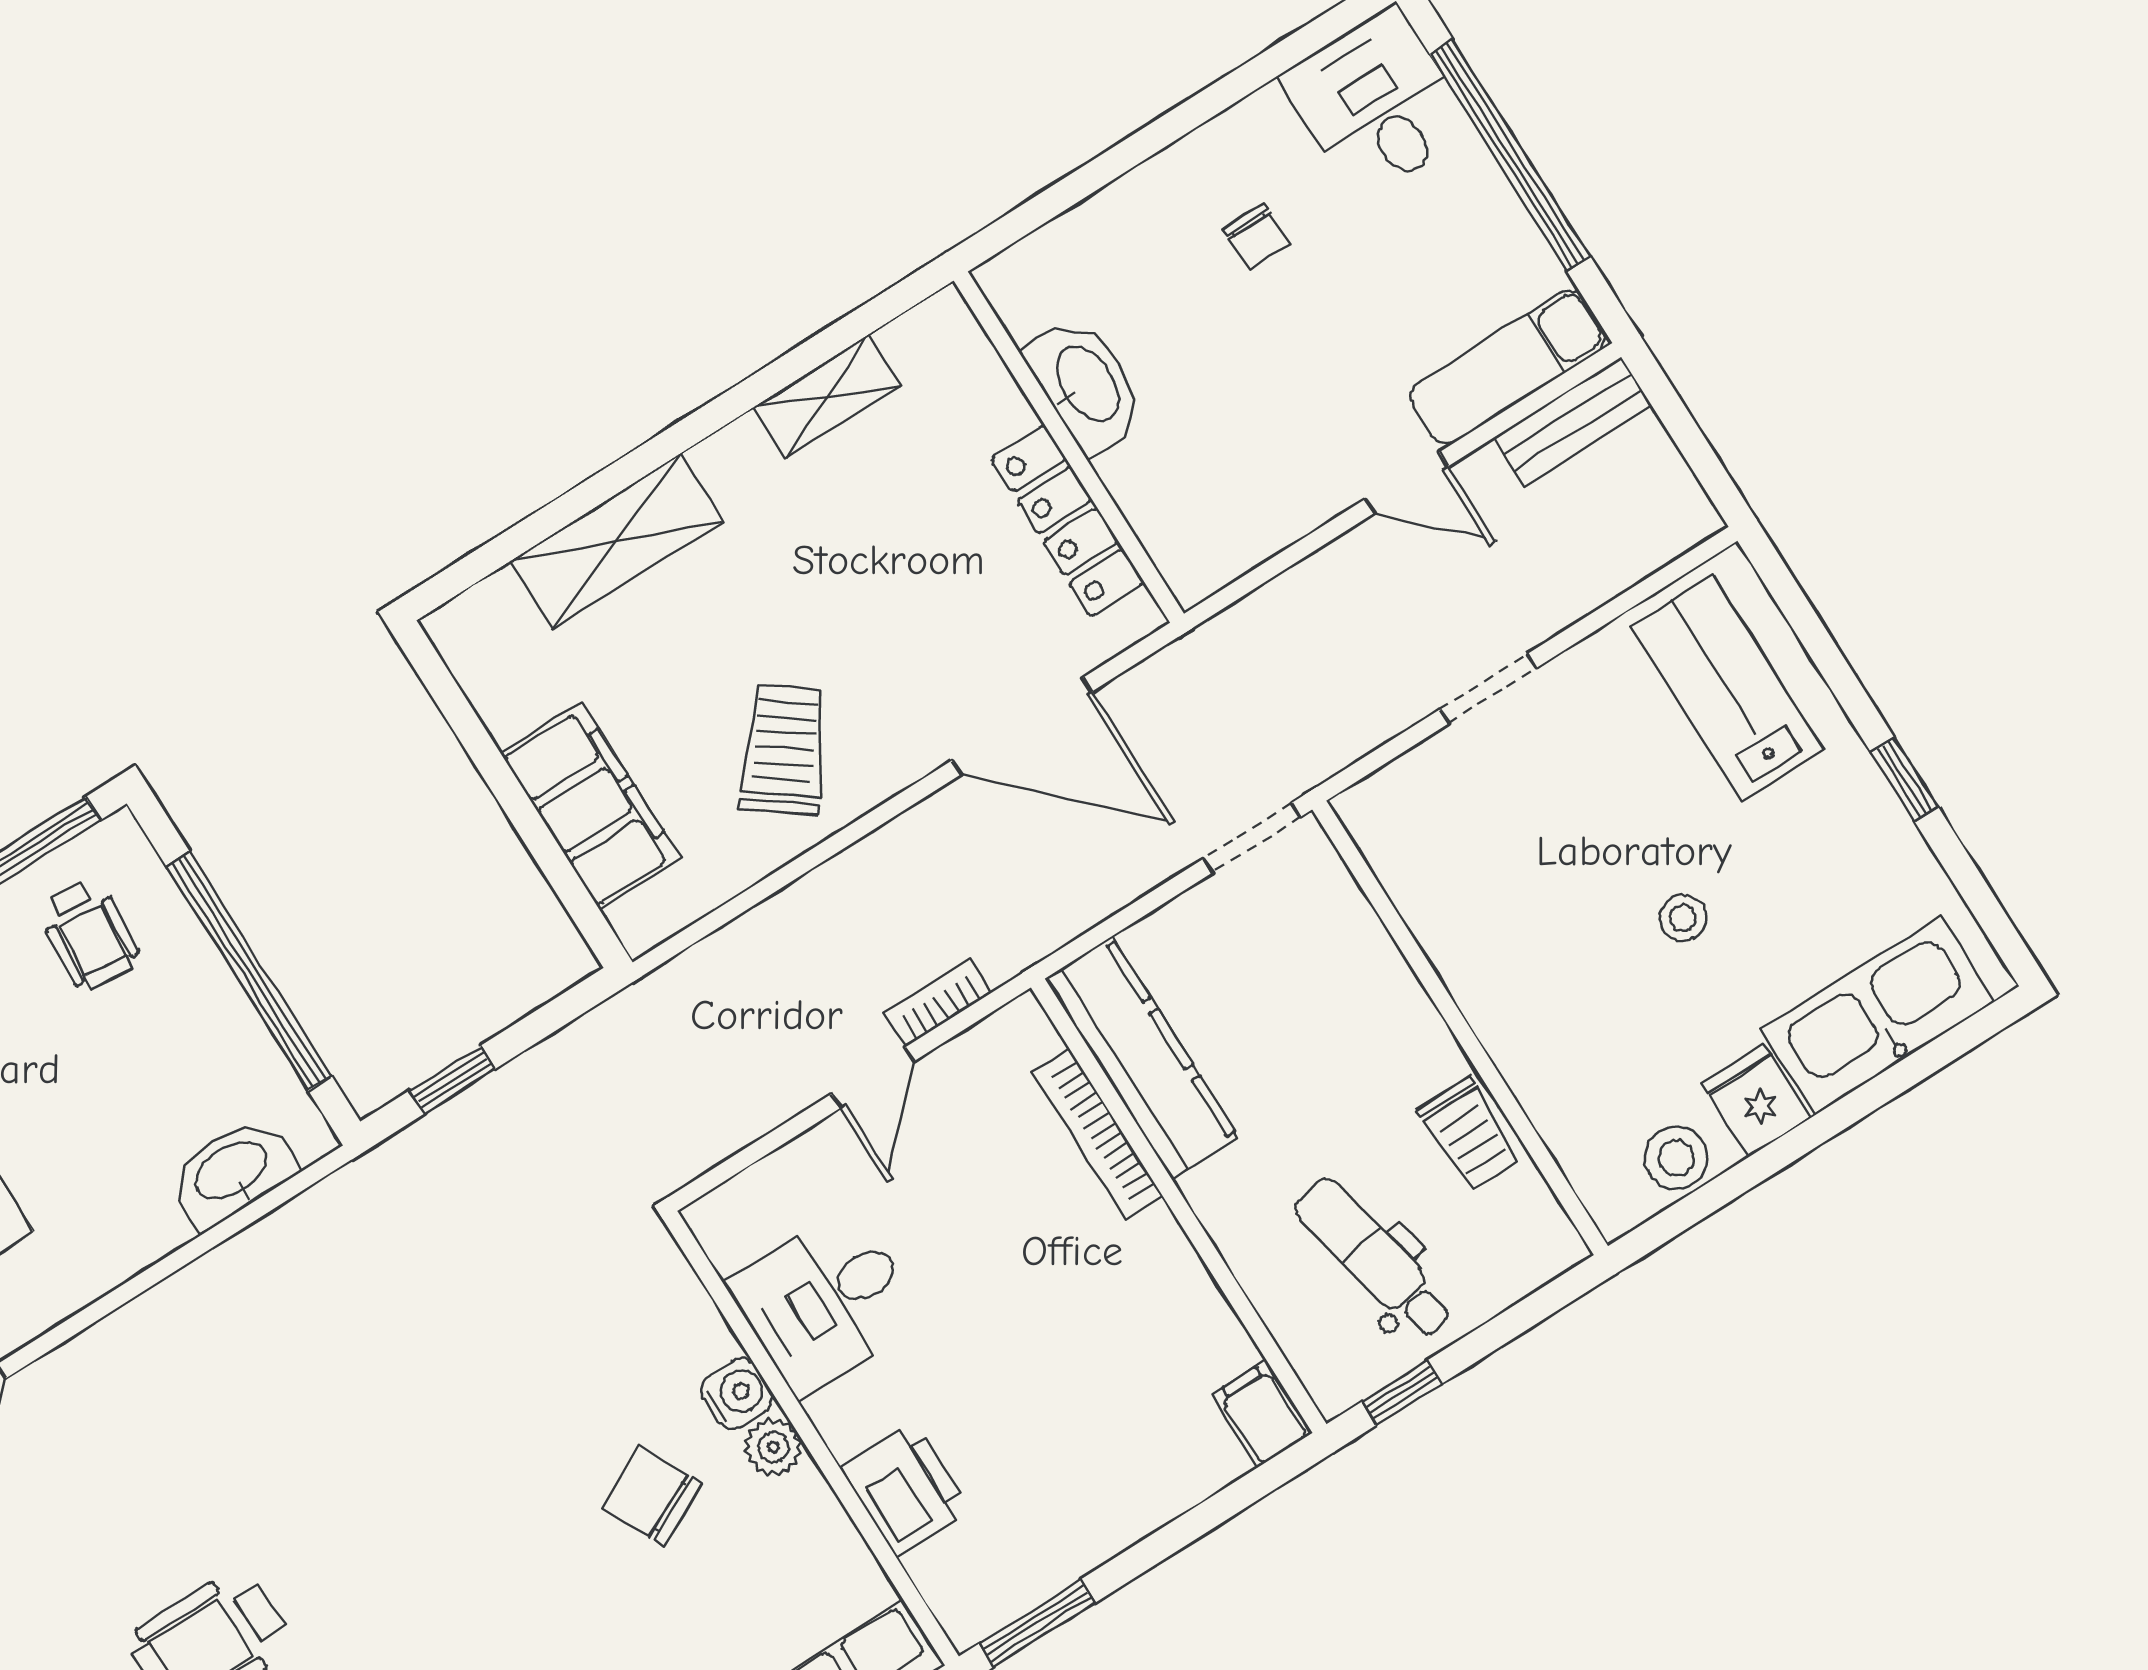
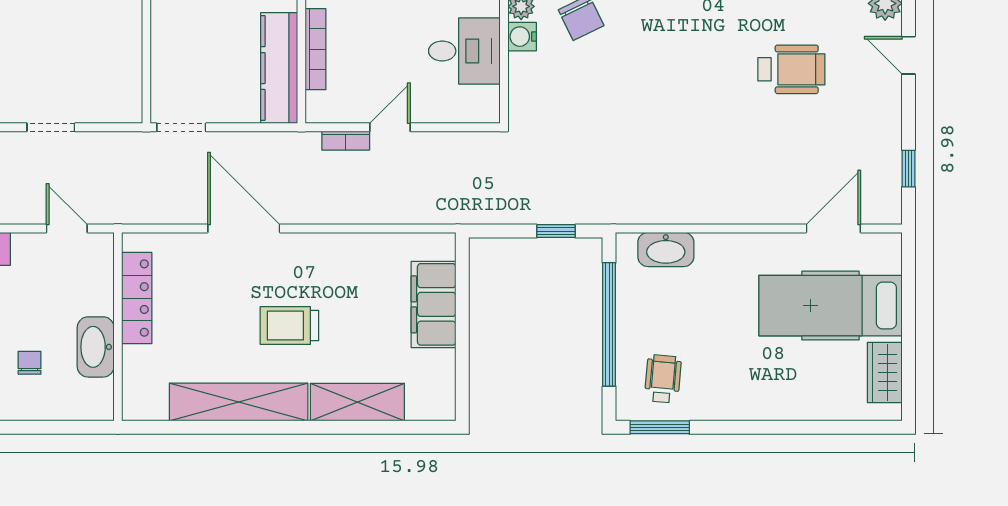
washbasin: (1086, 385) -> (96, 347), moved
shelving: (827, 397) -> (239, 402), width x2.20, depth x1.33
wall: (1069, 447) -> (118, 327), moved
door: (1406, 483) -> (67, 229), moved
locker: (1067, 521) -> (137, 298), moved
trolley: (784, 749) -> (289, 326), moved, turned 53

